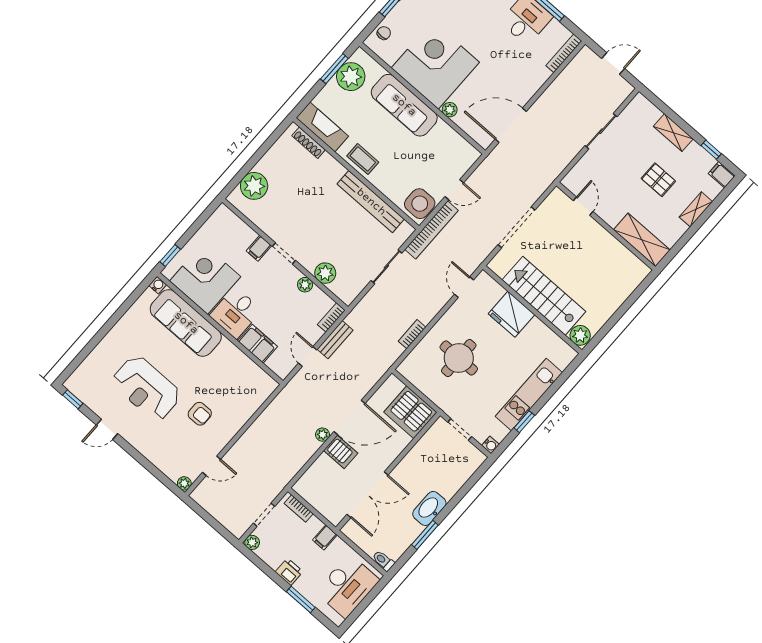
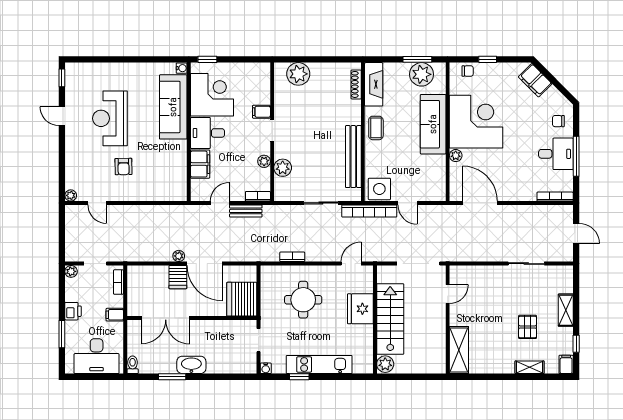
door: (583, 206) -> (448, 294), moved
wall: (606, 226) -> (448, 320), moved
shelving: (642, 240) -> (459, 350), moved

